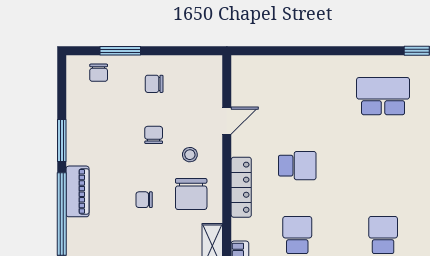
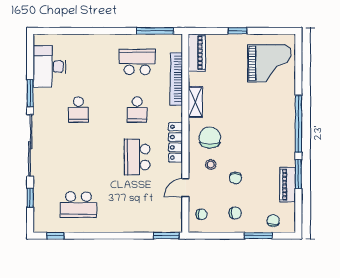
window: (255, 51) -> (166, 236), added
school desk: (297, 166) -> (137, 157), width x1.85
piano: (78, 191) -> (288, 185), moved
chair: (144, 200) -> (202, 214), moved

